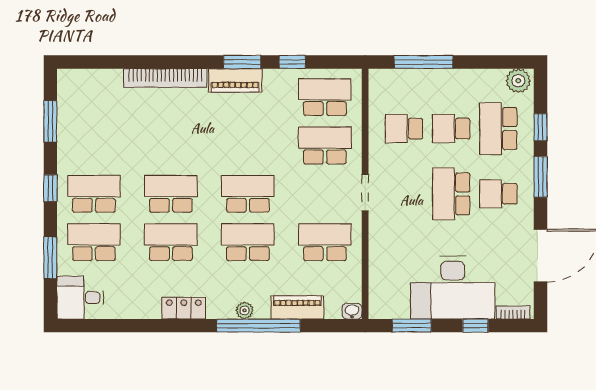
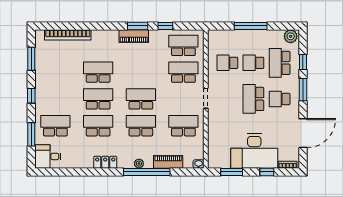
window: (424, 62) -> (251, 26), moved
bookcase: (165, 78) -> (68, 35), moved
school desk: (94, 194) -> (98, 72), moved

